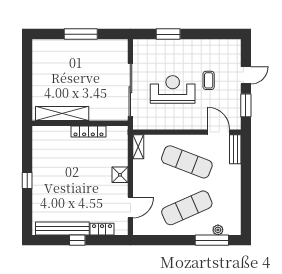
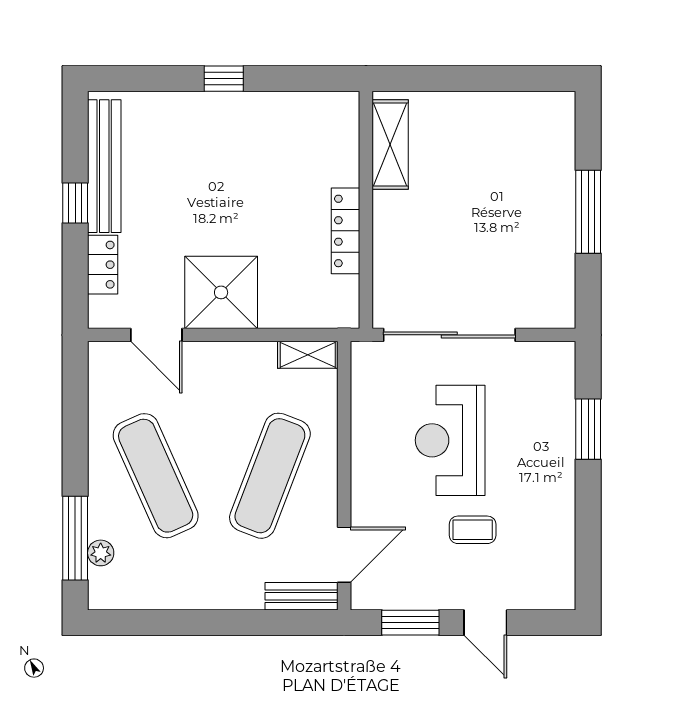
reception desk: (173, 89) -> (450, 440), turned 180
shelving: (62, 114) -> (390, 144), width x0.68
shower: (120, 175) -> (221, 292), width x1.86, depth x1.86

